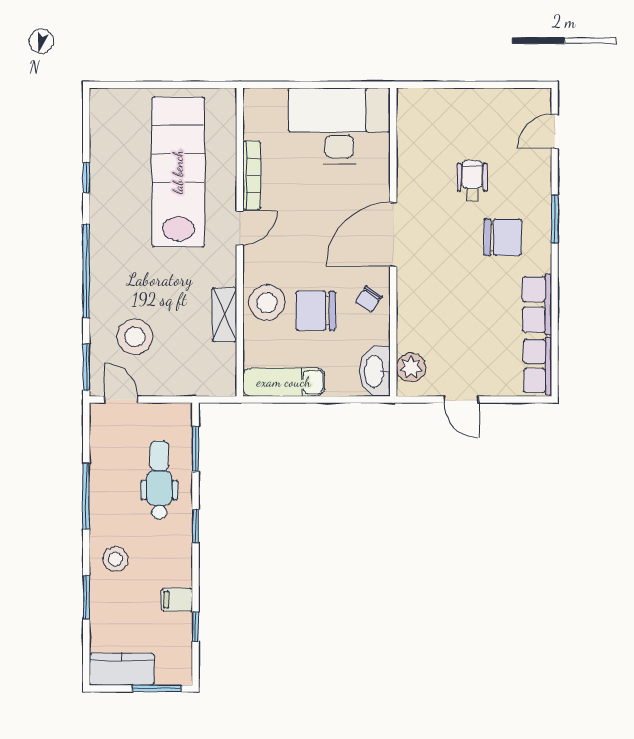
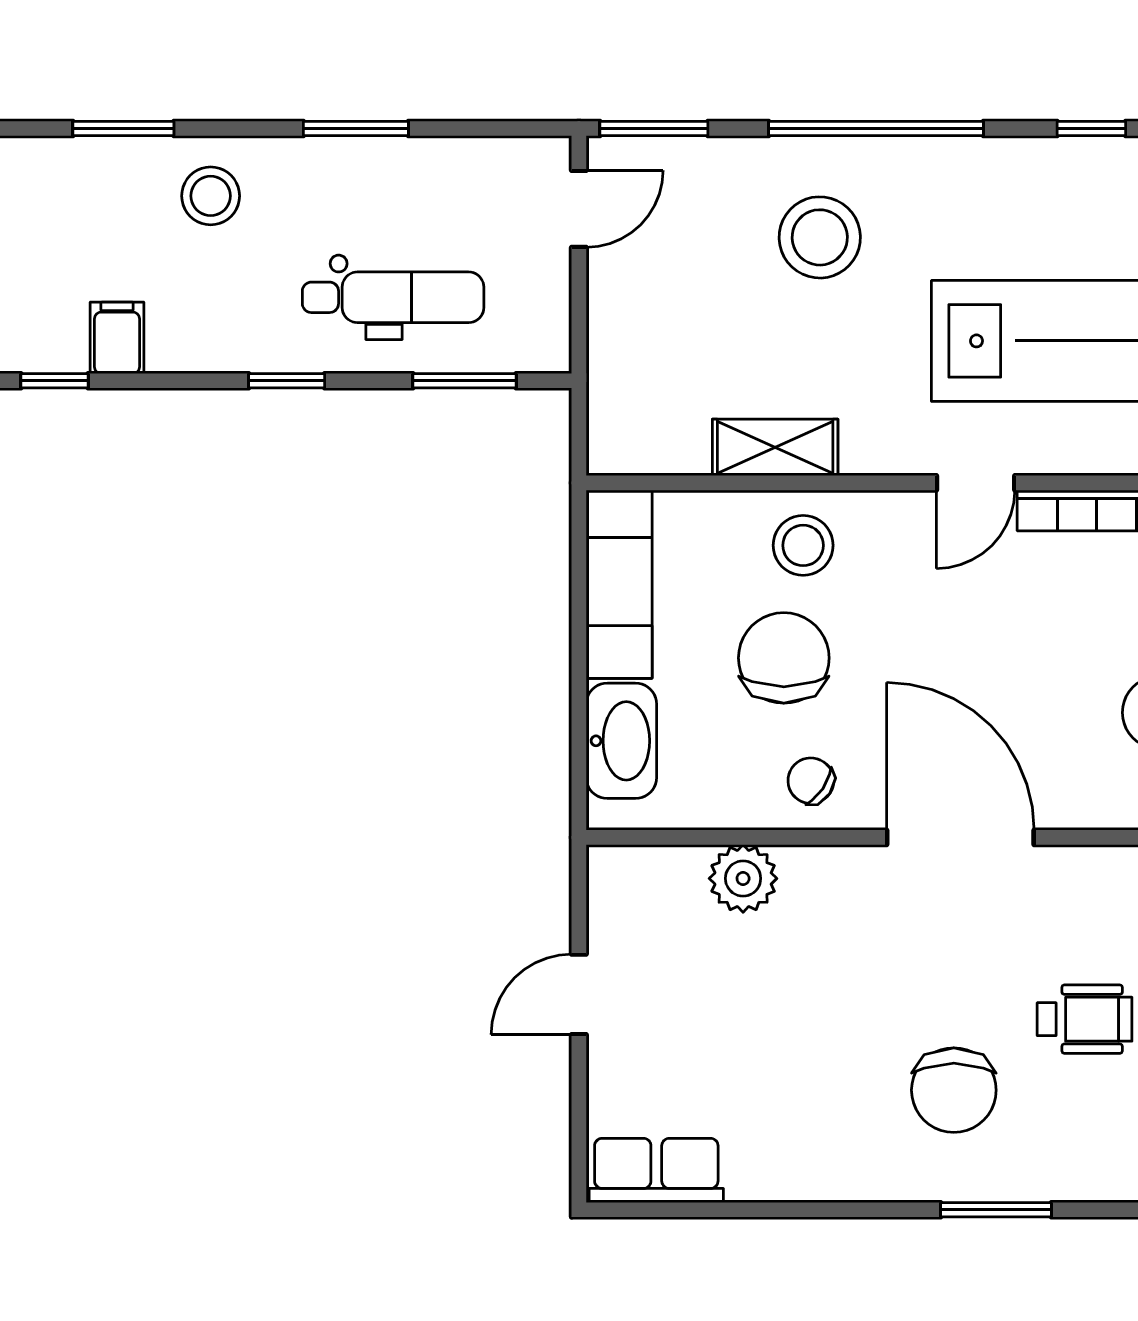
door: (240, 228) -> (976, 483), hinge flipped
stool: (267, 302) -> (803, 545), width x0.73, depth x0.73
row of seats: (537, 304) -> (798, 1169), removed
stool: (135, 337) -> (820, 237), moved
plant: (411, 367) -> (743, 878), moved
washbasin: (375, 371) -> (621, 741), moved, turned 90
window: (86, 496) -> (356, 128), width x0.69

